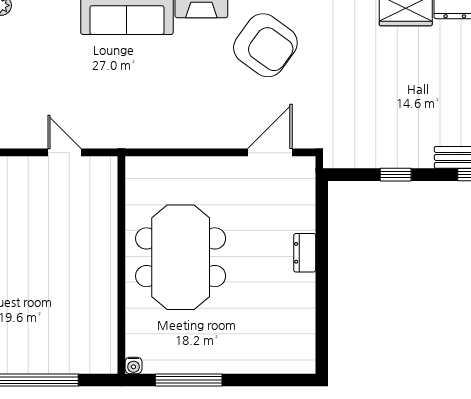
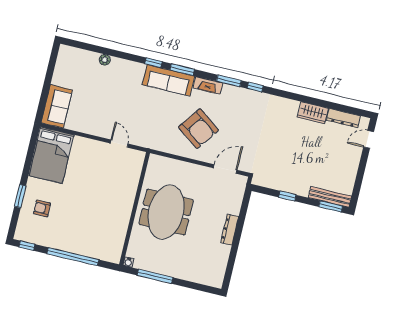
armchair: (265, 45) -> (199, 129), moved
dresser: (305, 253) -> (230, 230), width x1.44

